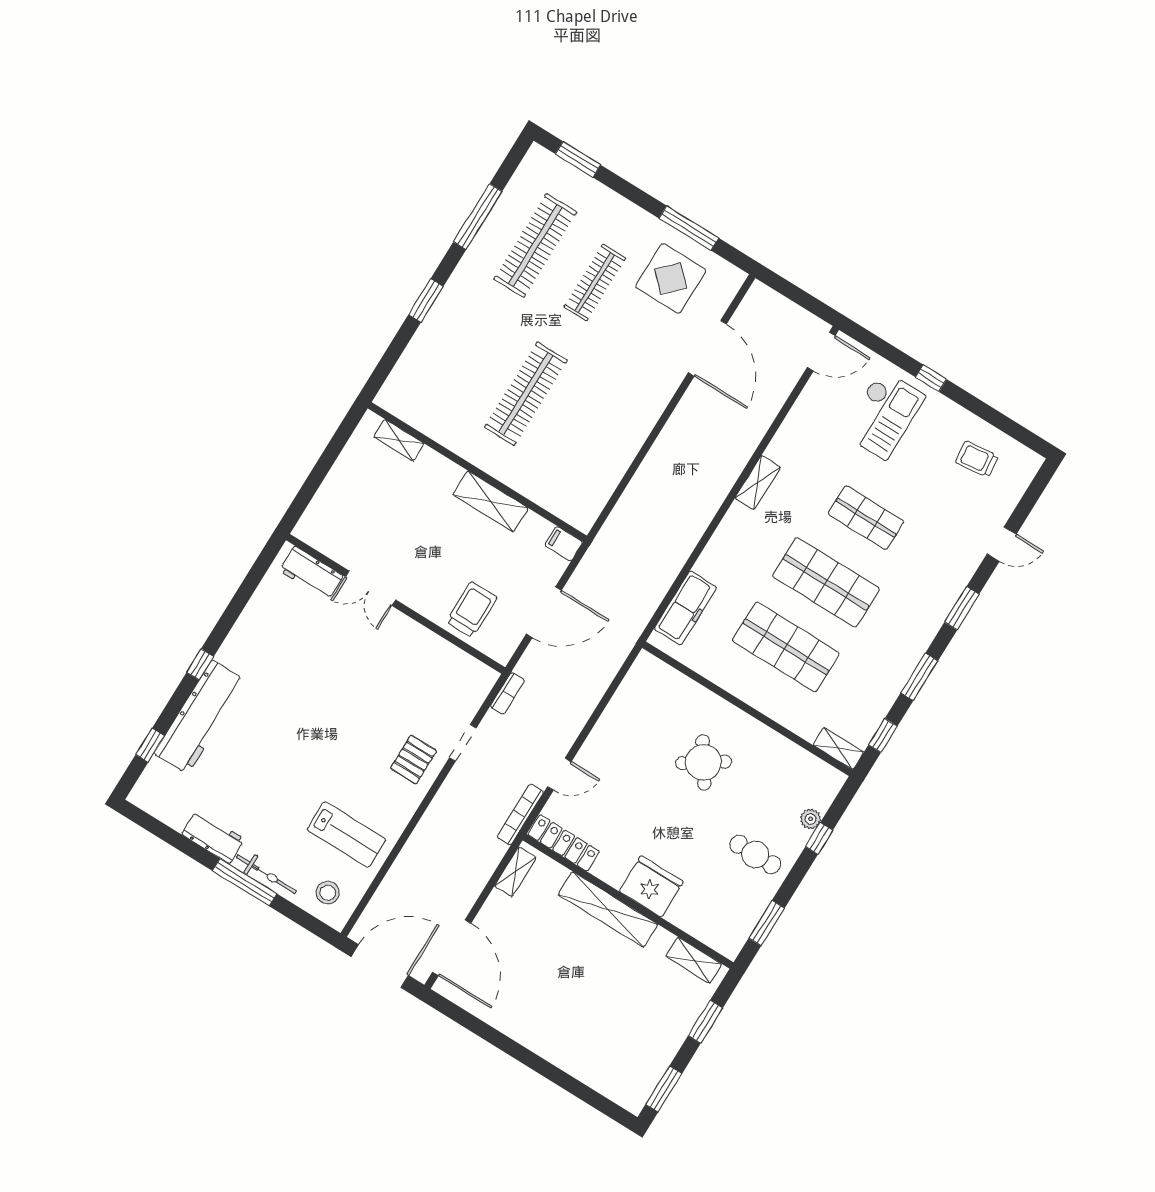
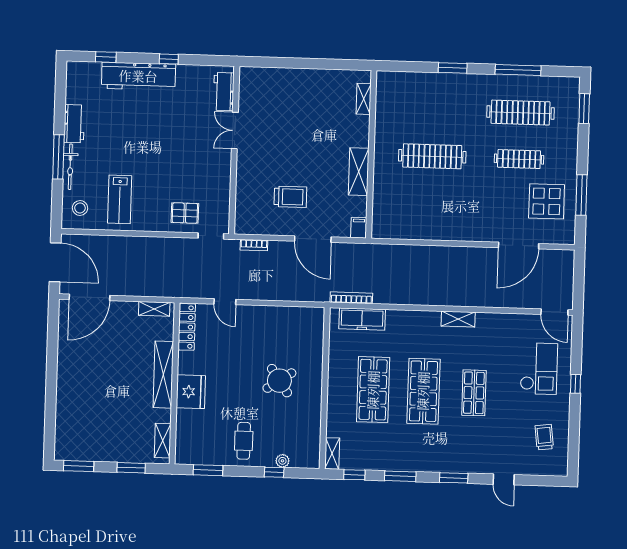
checkout: (883, 414) -> (539, 369), turned -90
workbench: (311, 573) -> (224, 92), moved
double door: (371, 588) -> (235, 131), moved
wall: (396, 604) -> (234, 150), moved
bookcase: (520, 814) -> (351, 298), moved

